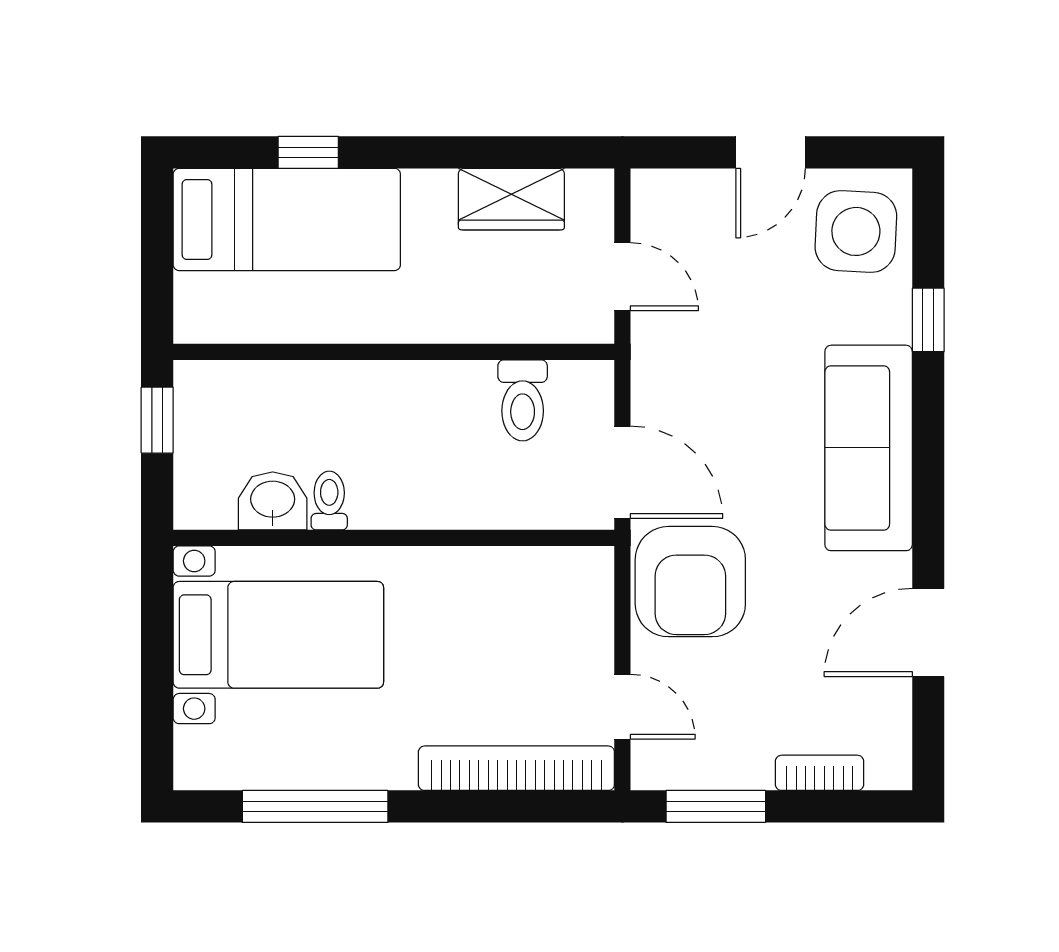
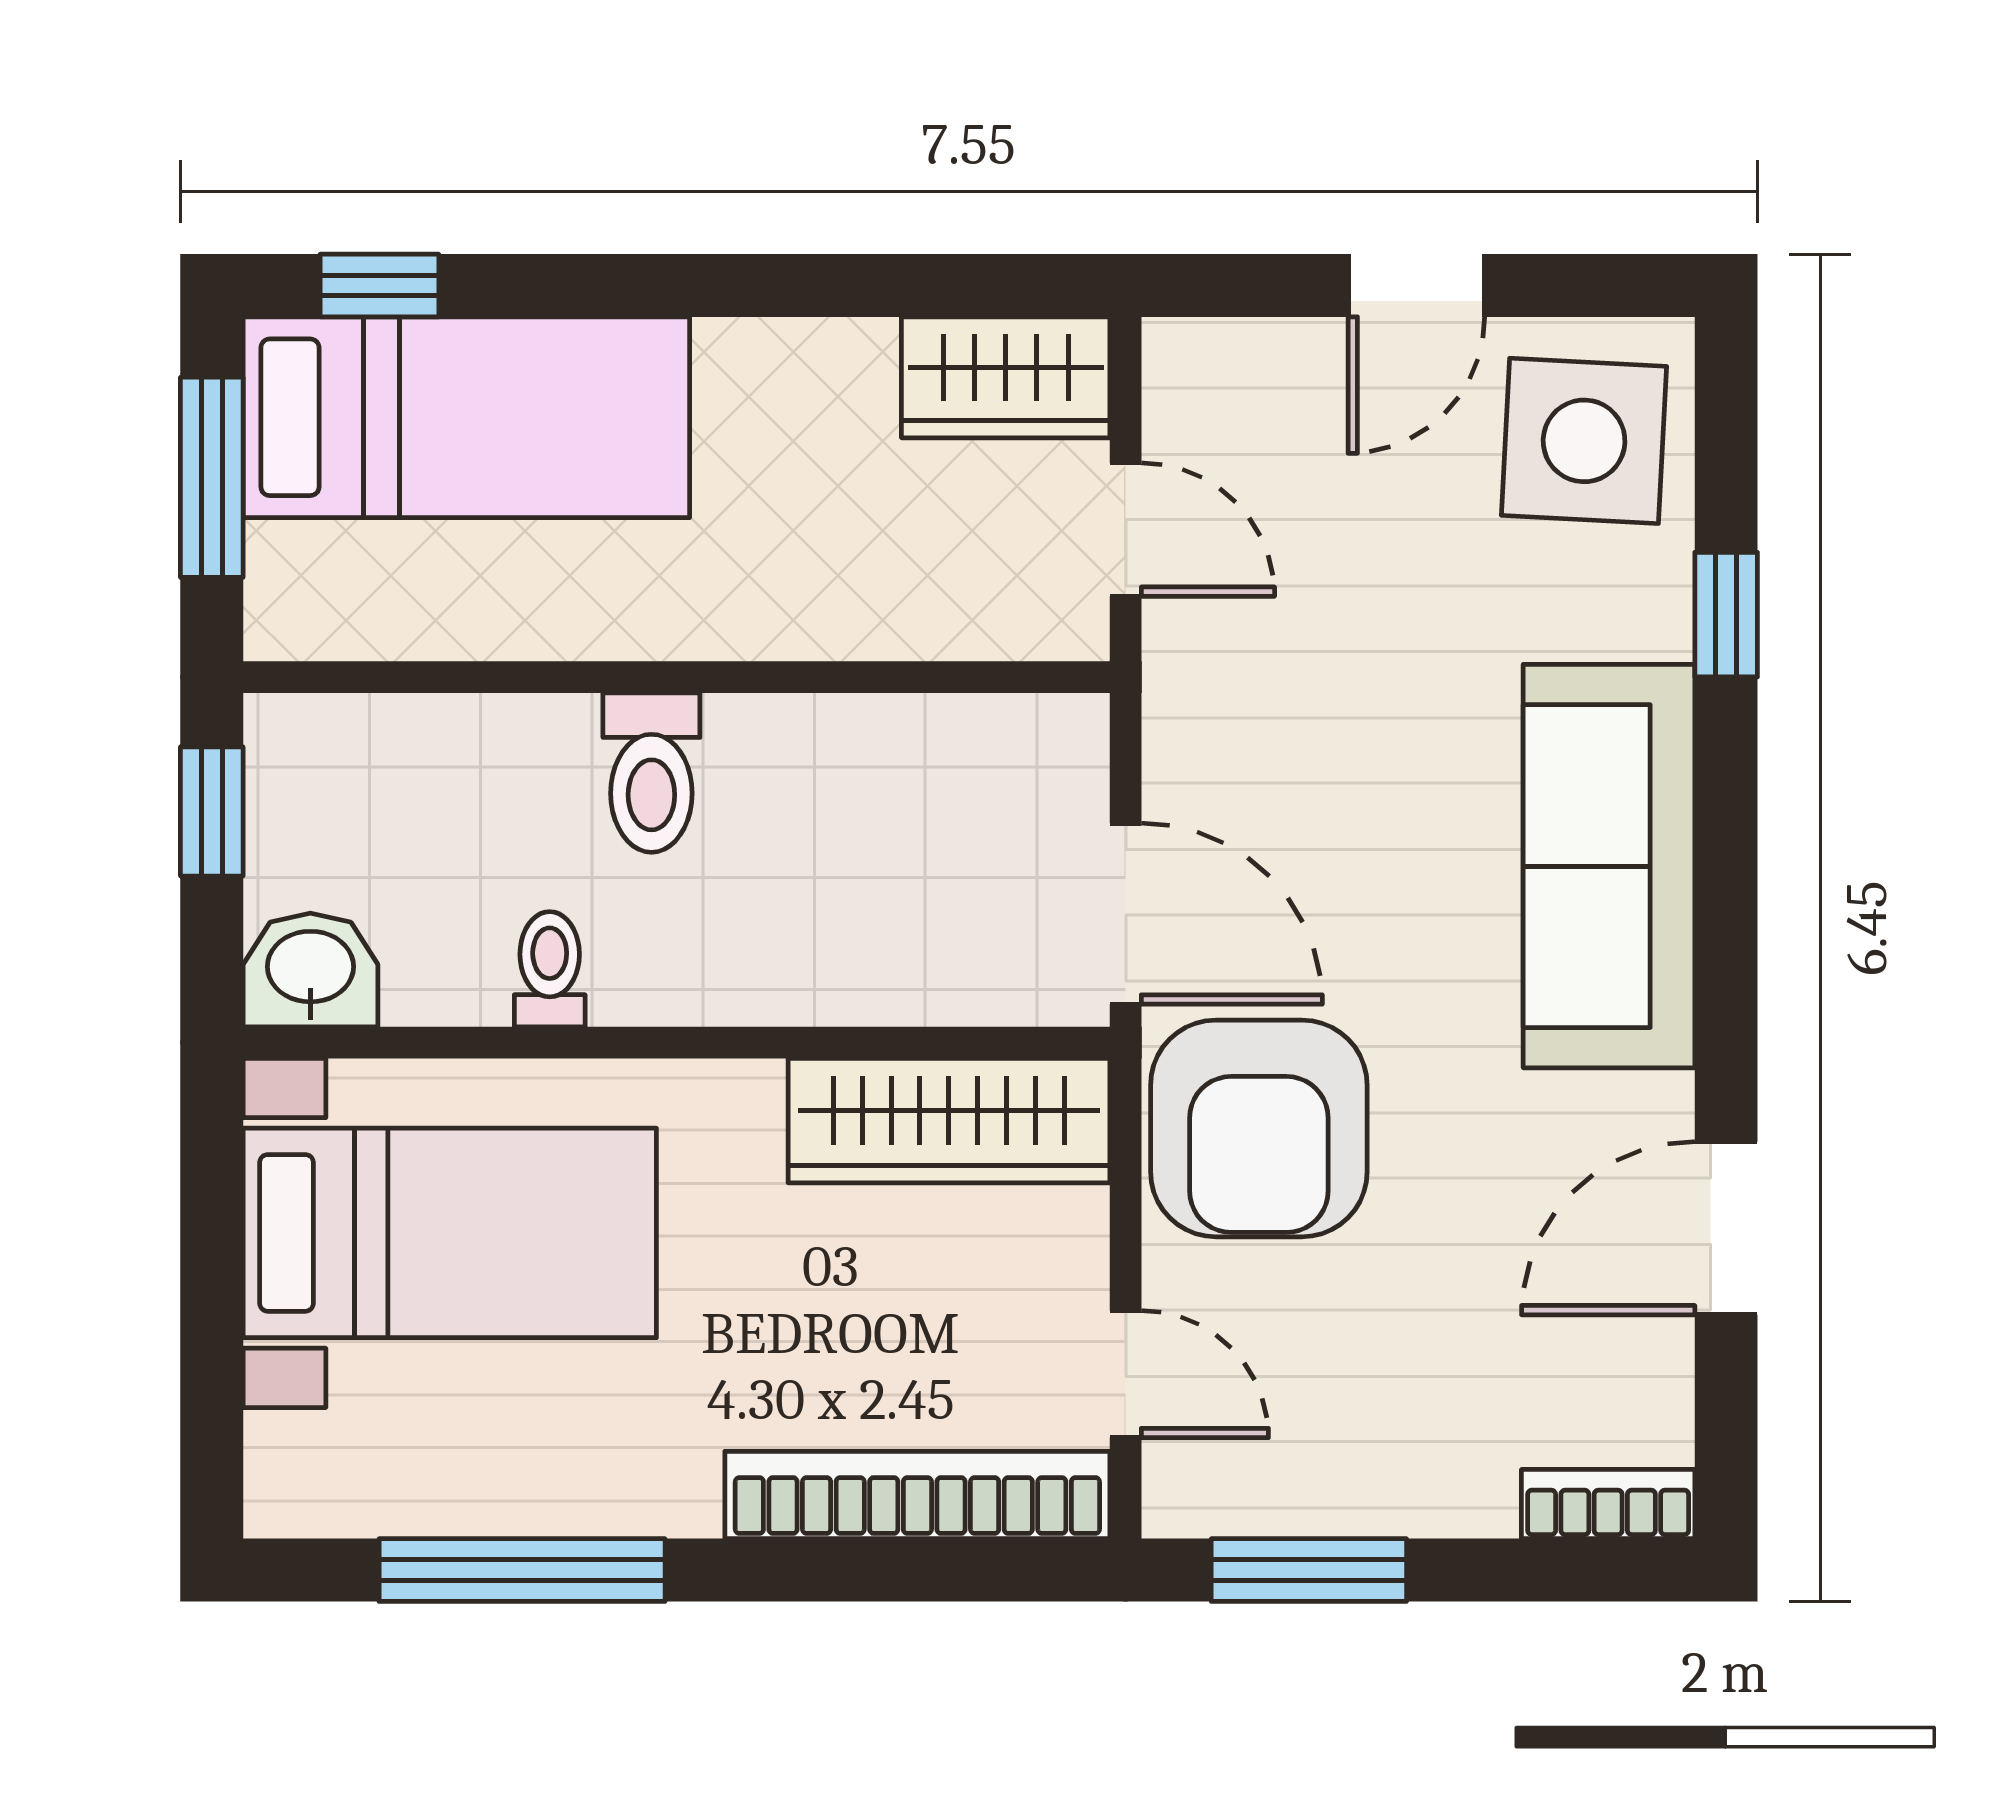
window: (308, 152) -> (379, 285), moved
wardrobe: (511, 199) -> (1006, 377), moved
window: (157, 250) -> (212, 477), added
toilet: (523, 400) -> (651, 773), moved
washbasin: (273, 501) -> (310, 970), moved
wardrobe: (533, 578) -> (949, 1121), added
bookcase: (820, 773) -> (1608, 1504), moved

